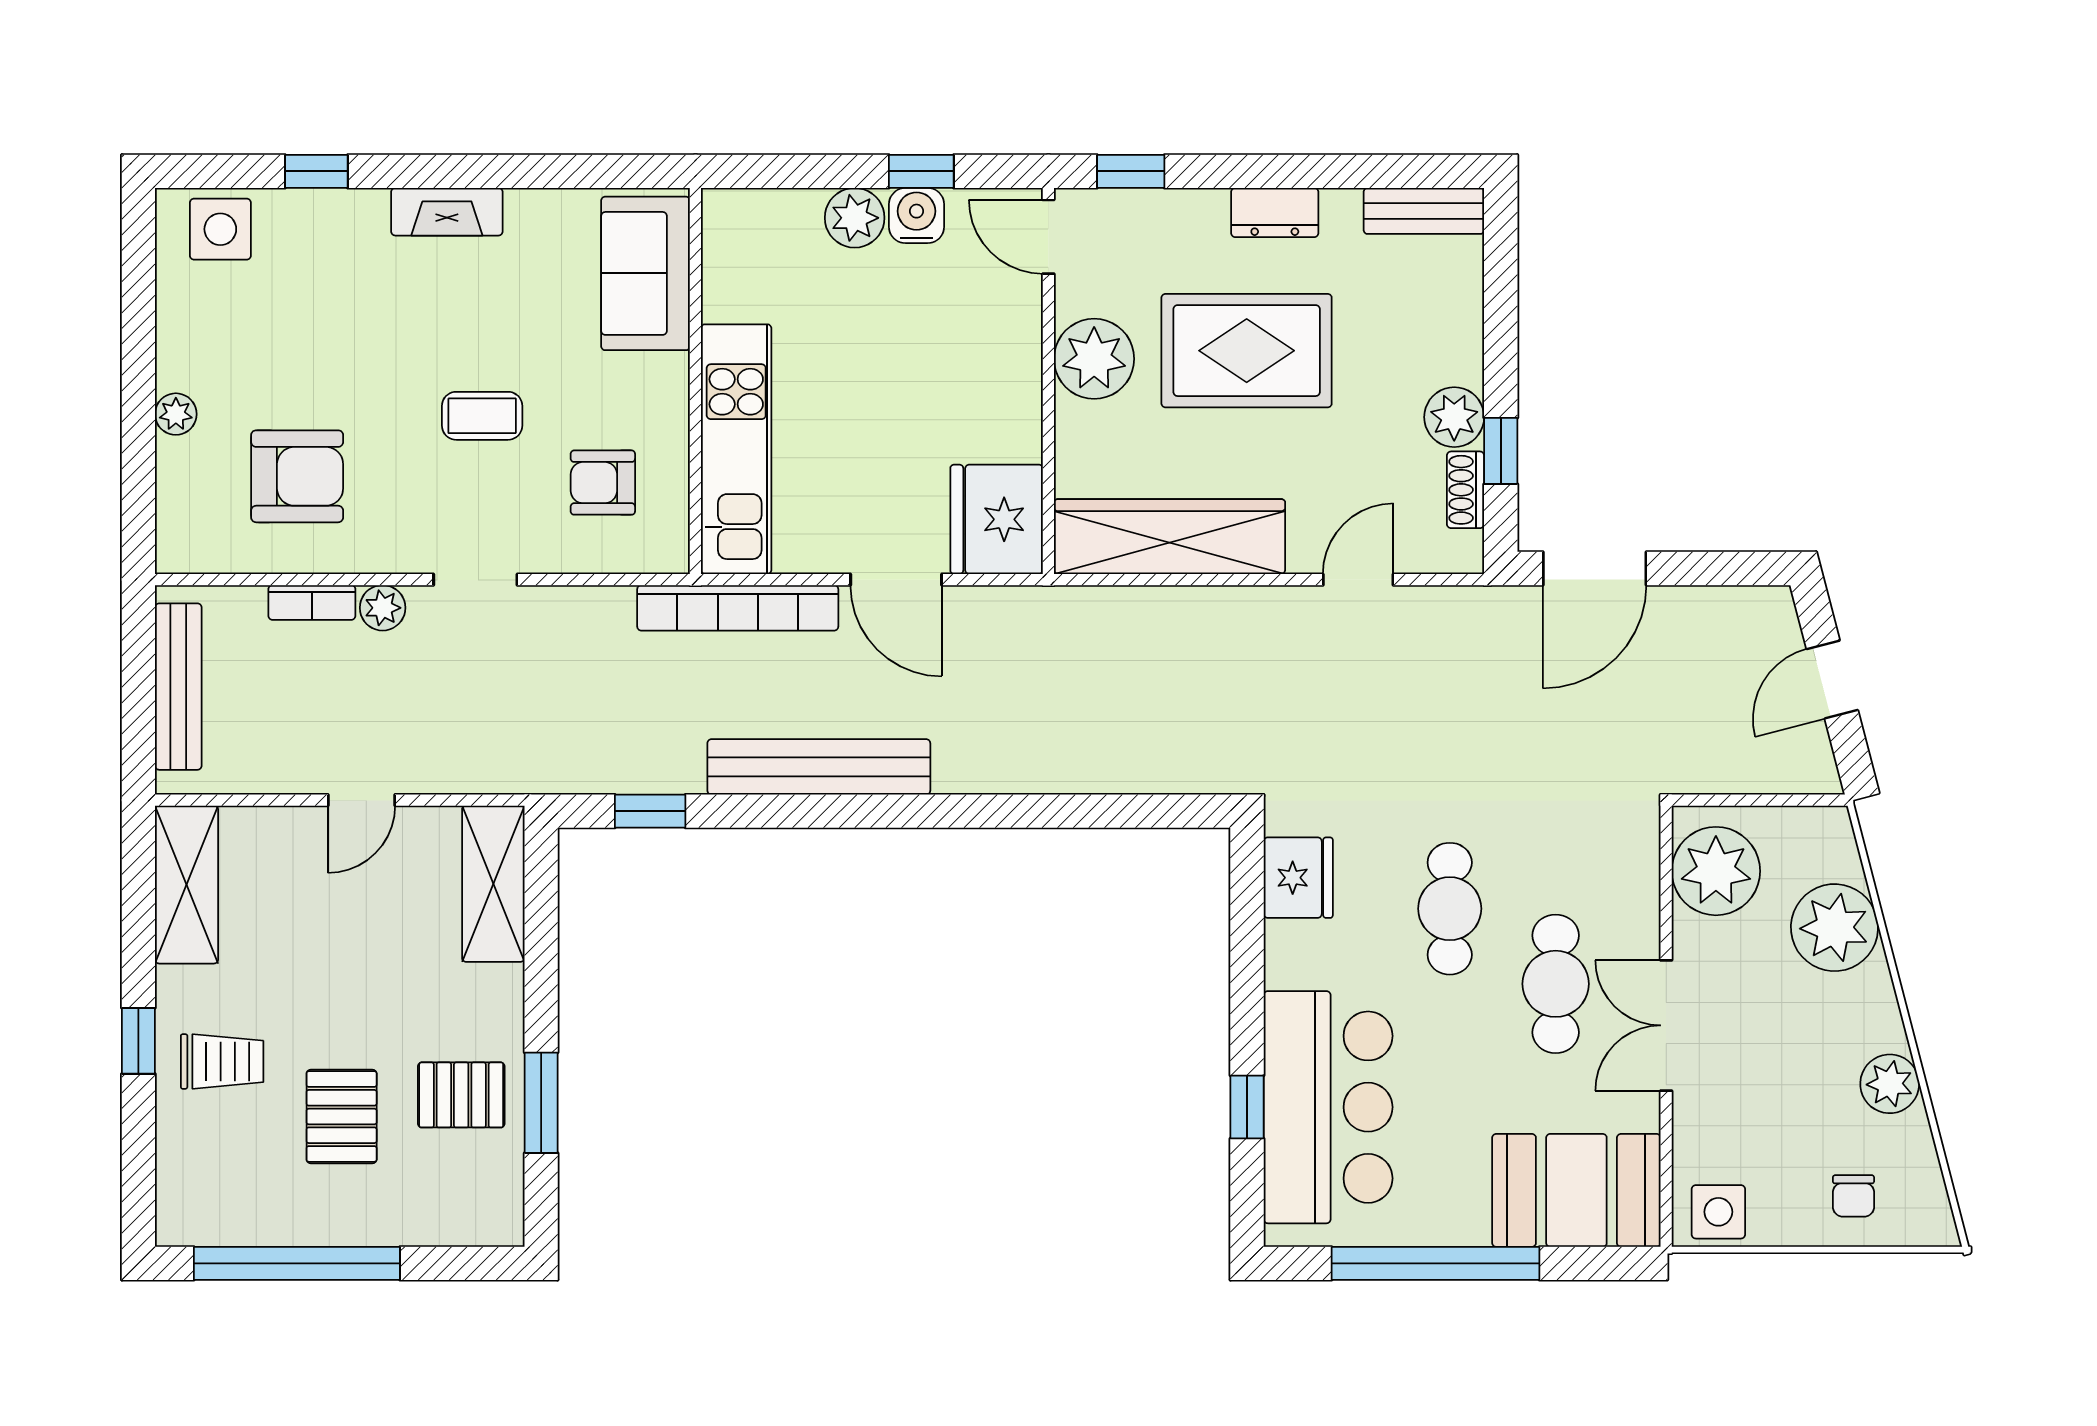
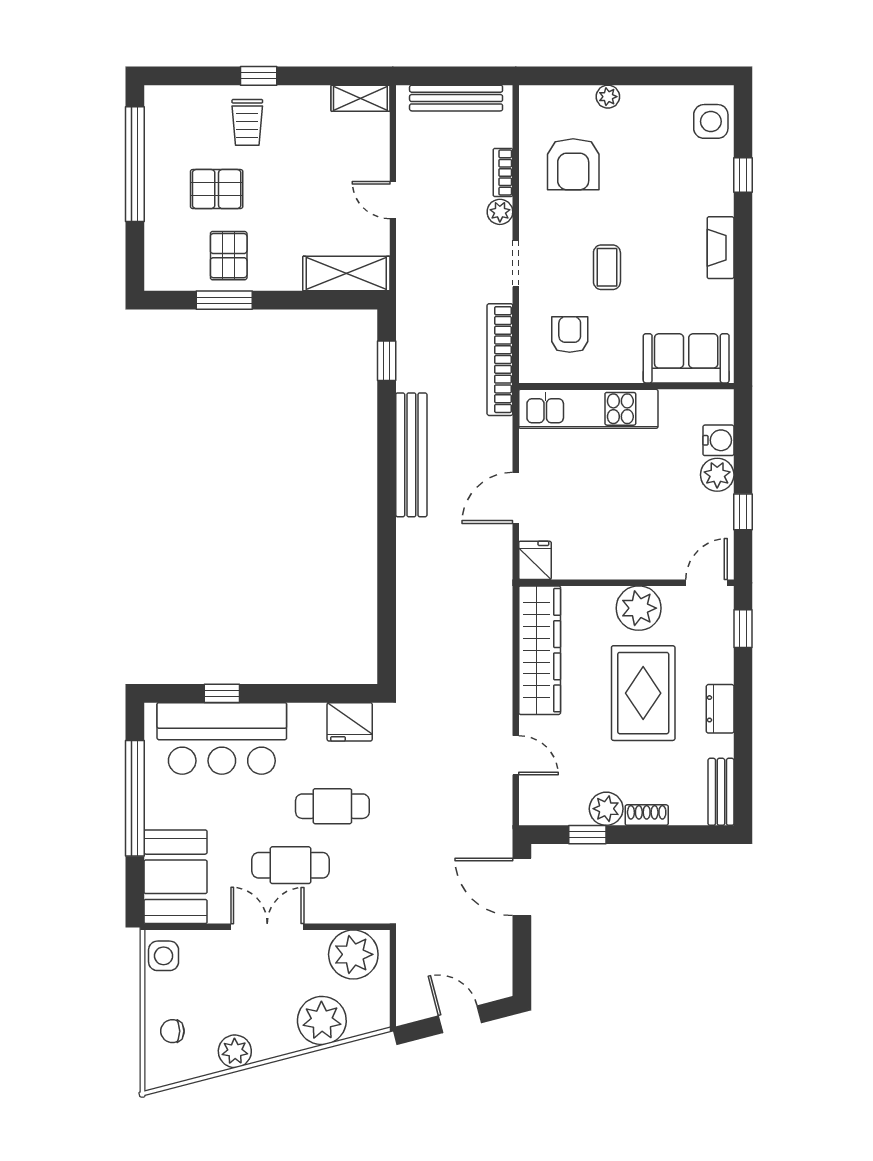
water cooler: (917, 216) -> (718, 440), moved
shoe rack: (1466, 490) -> (647, 815), moved
fridge: (997, 519) -> (535, 560), width x0.53, depth x0.75
bookcase: (738, 608) -> (500, 360), moved
shelving: (187, 885) -> (360, 98), width x0.67, depth x0.75

